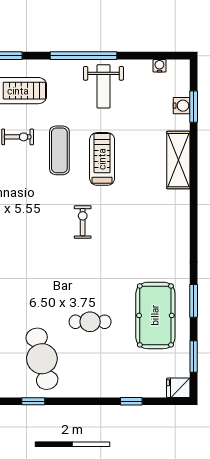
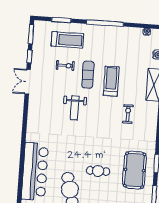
weight bench: (103, 86) -> (75, 108), moved
exercise bike: (83, 222) -> (128, 114), moved

